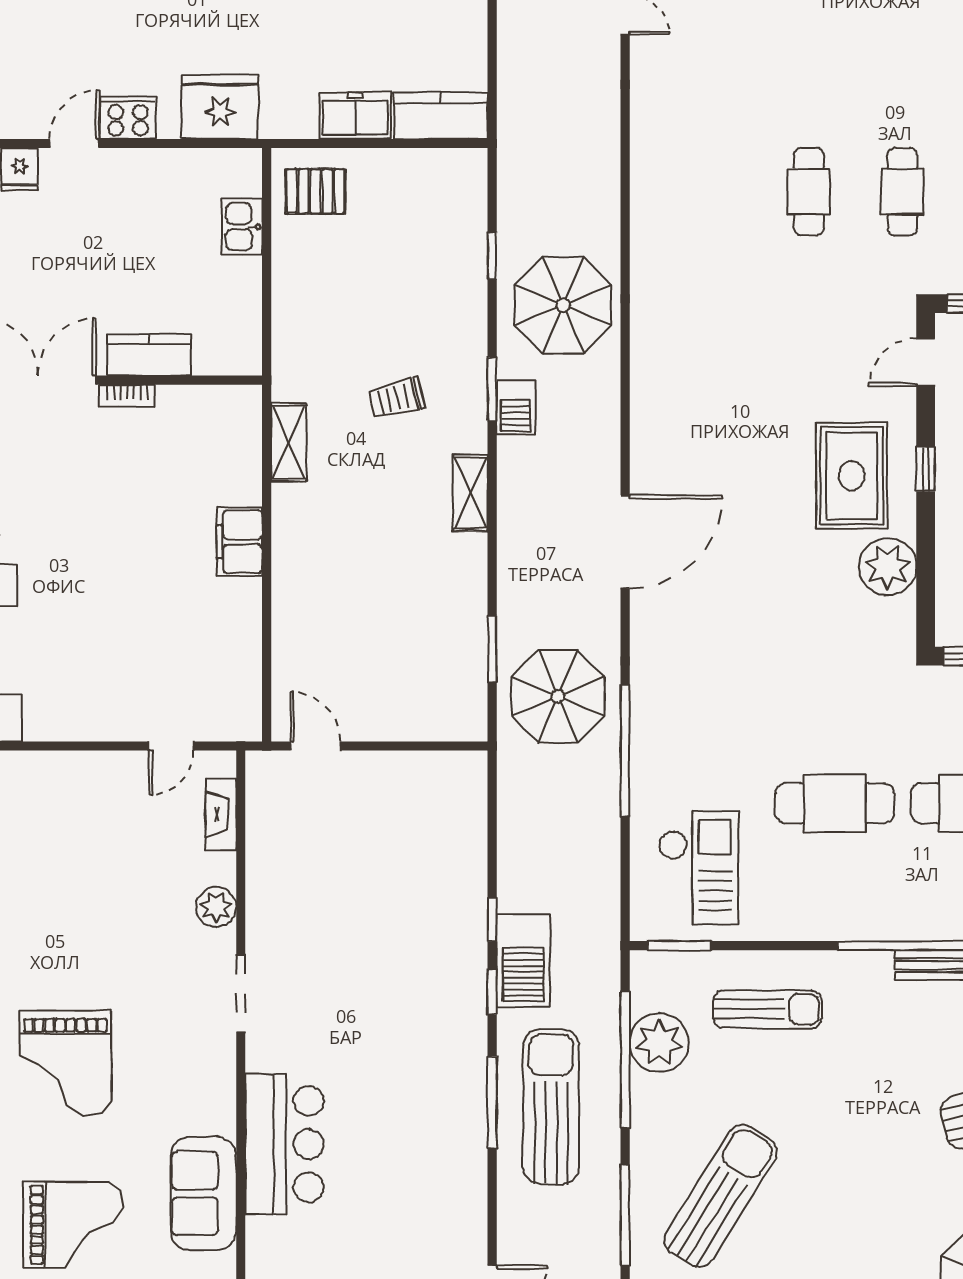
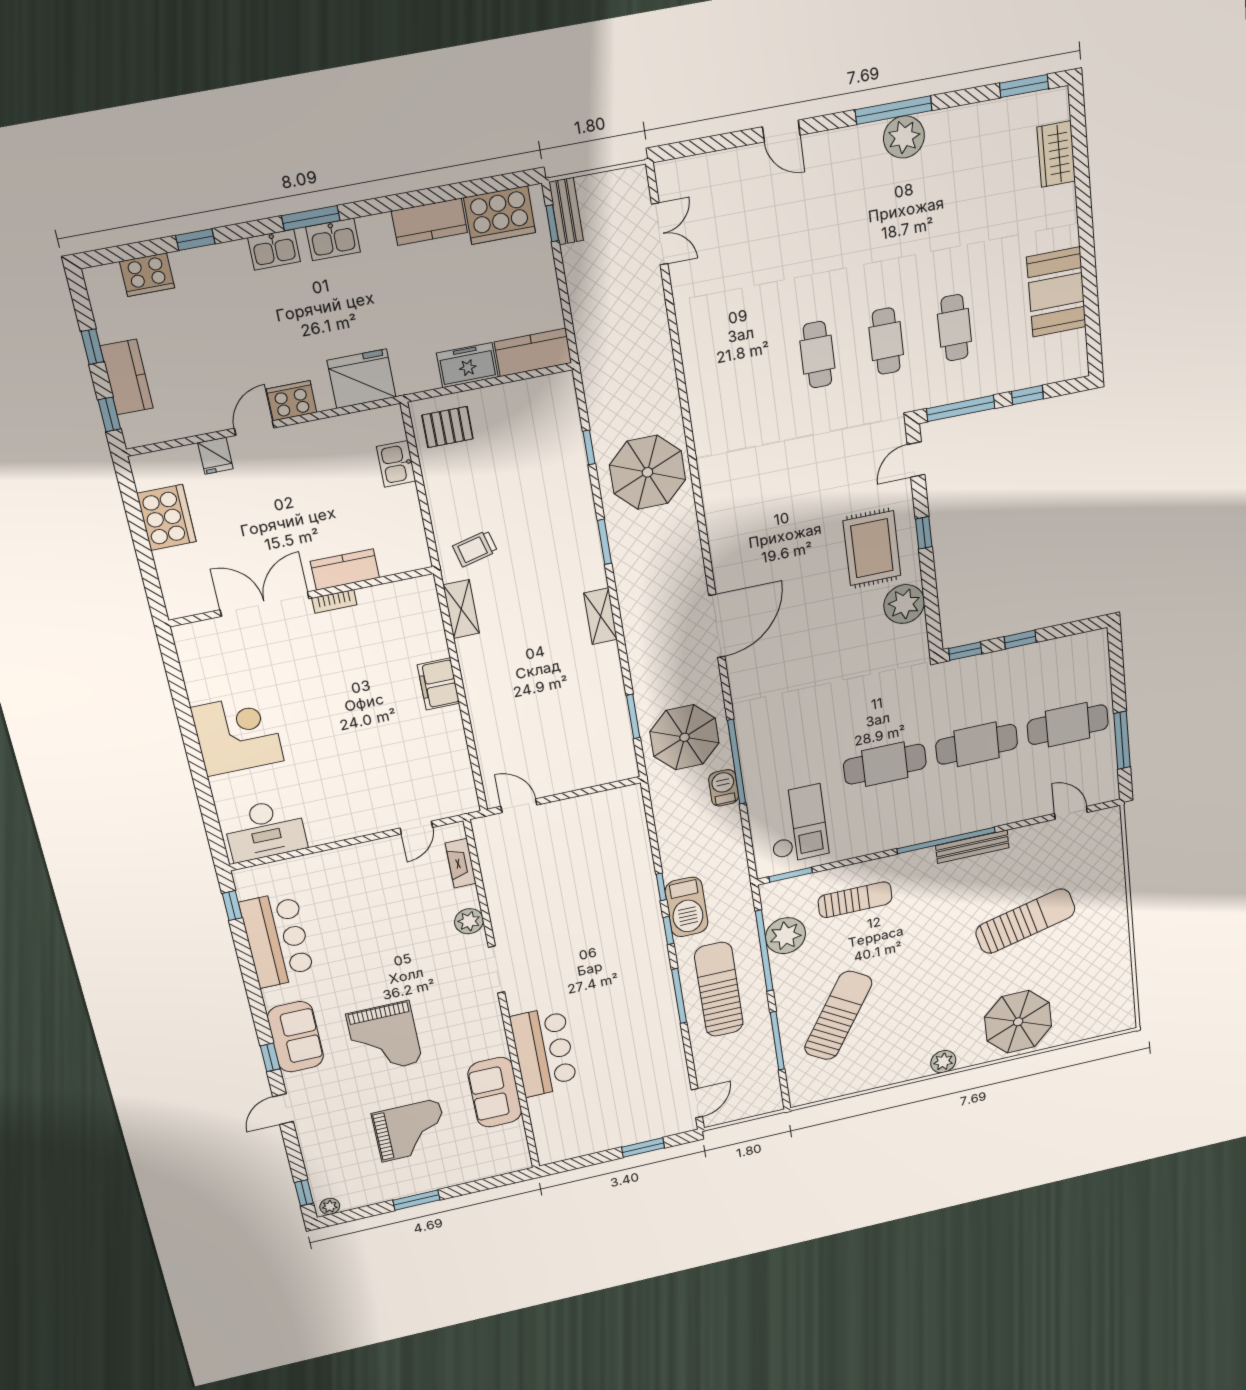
trolley: (397, 398) -> (475, 549), moved
barbecue: (516, 407) -> (724, 788), moved, turned 180

